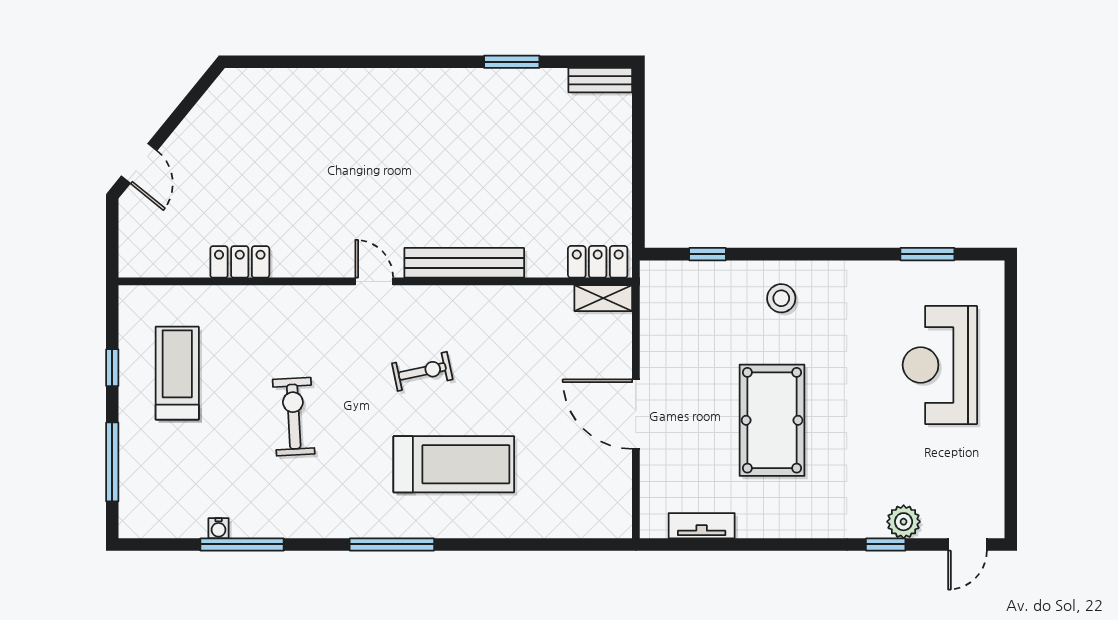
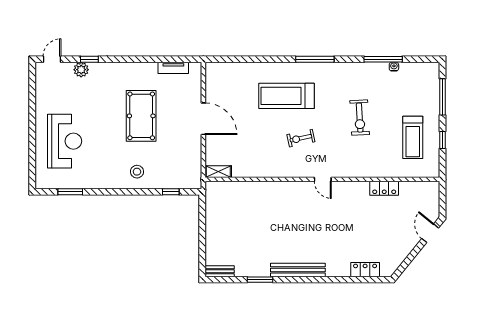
locker: (598, 262) -> (365, 270), moved, turned 180
bench: (464, 263) -> (298, 270), moved

